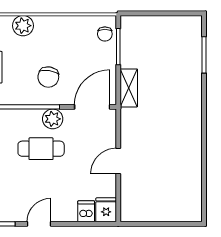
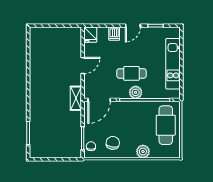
chair: (48, 77) -> (113, 143), moved
shelving: (129, 88) -> (76, 98), moved
plant: (53, 119) -> (136, 92), moved
dishwasher: (86, 211) -> (114, 34), moved

